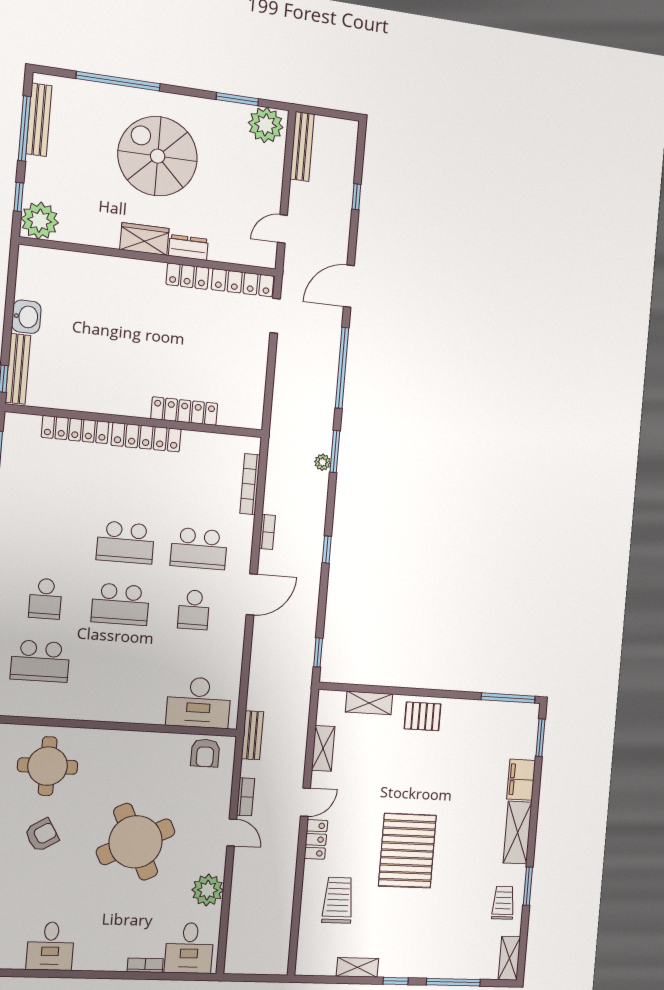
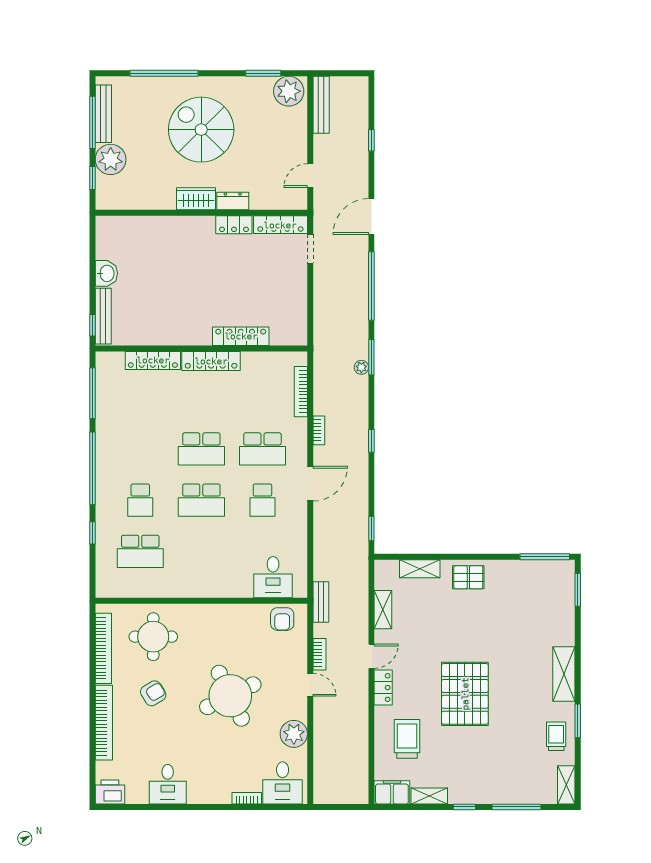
plant: (40, 221) -> (111, 159), moved
desk: (199, 702) -> (273, 577), width x0.73
filing cabinet: (521, 780) -> (392, 792), moved, turned 90

